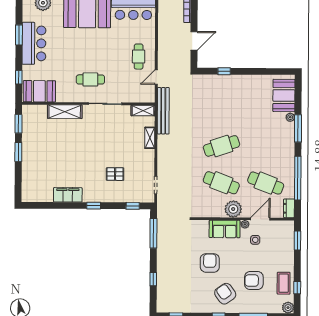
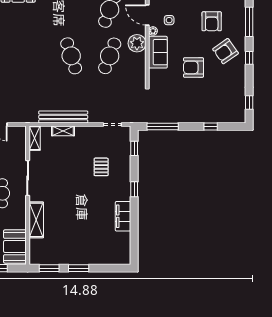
bench: (163, 111) -> (63, 117), moved

